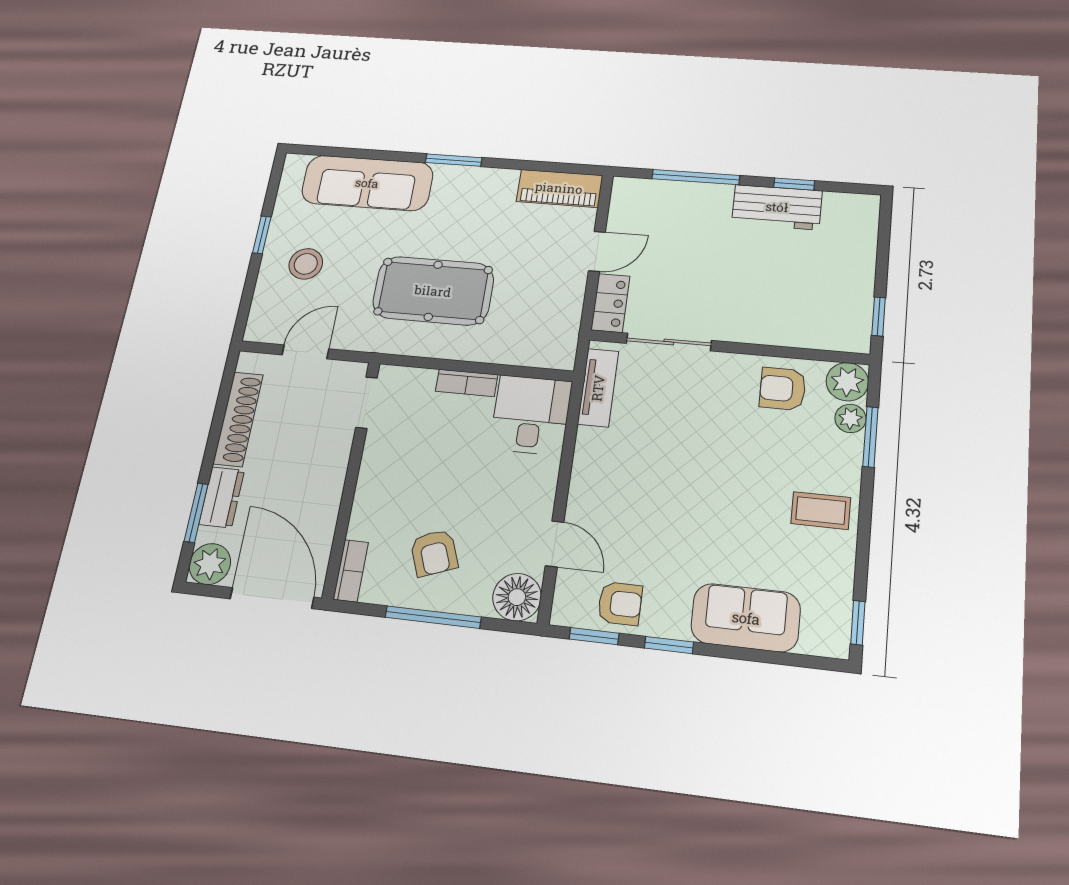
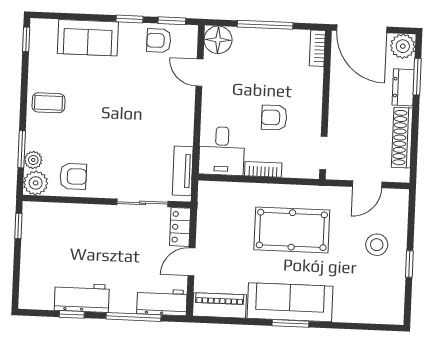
sofa: (367, 183) -> (290, 302), moved
workbench: (649, 196) -> (162, 302), added
armchair: (434, 553) -> (274, 118), moved, turned -69

